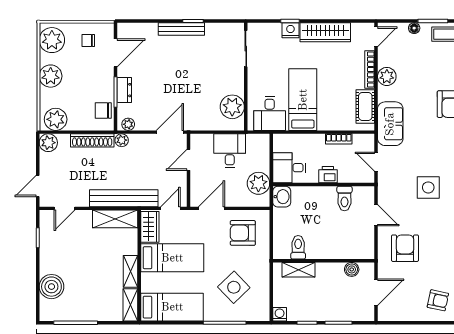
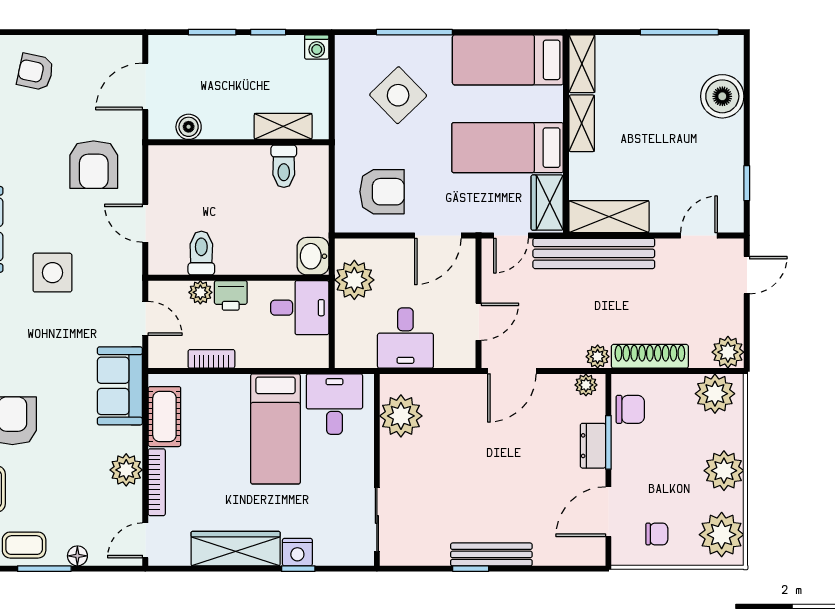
plant: (345, 176) -> (200, 292), added

